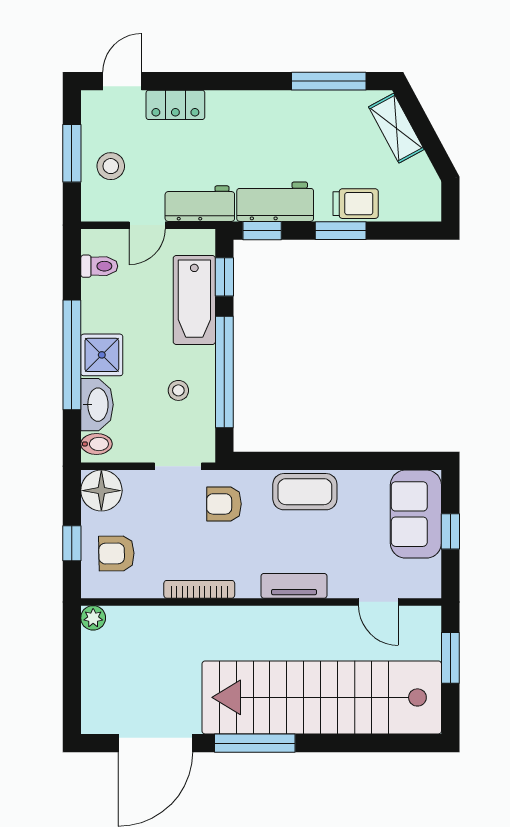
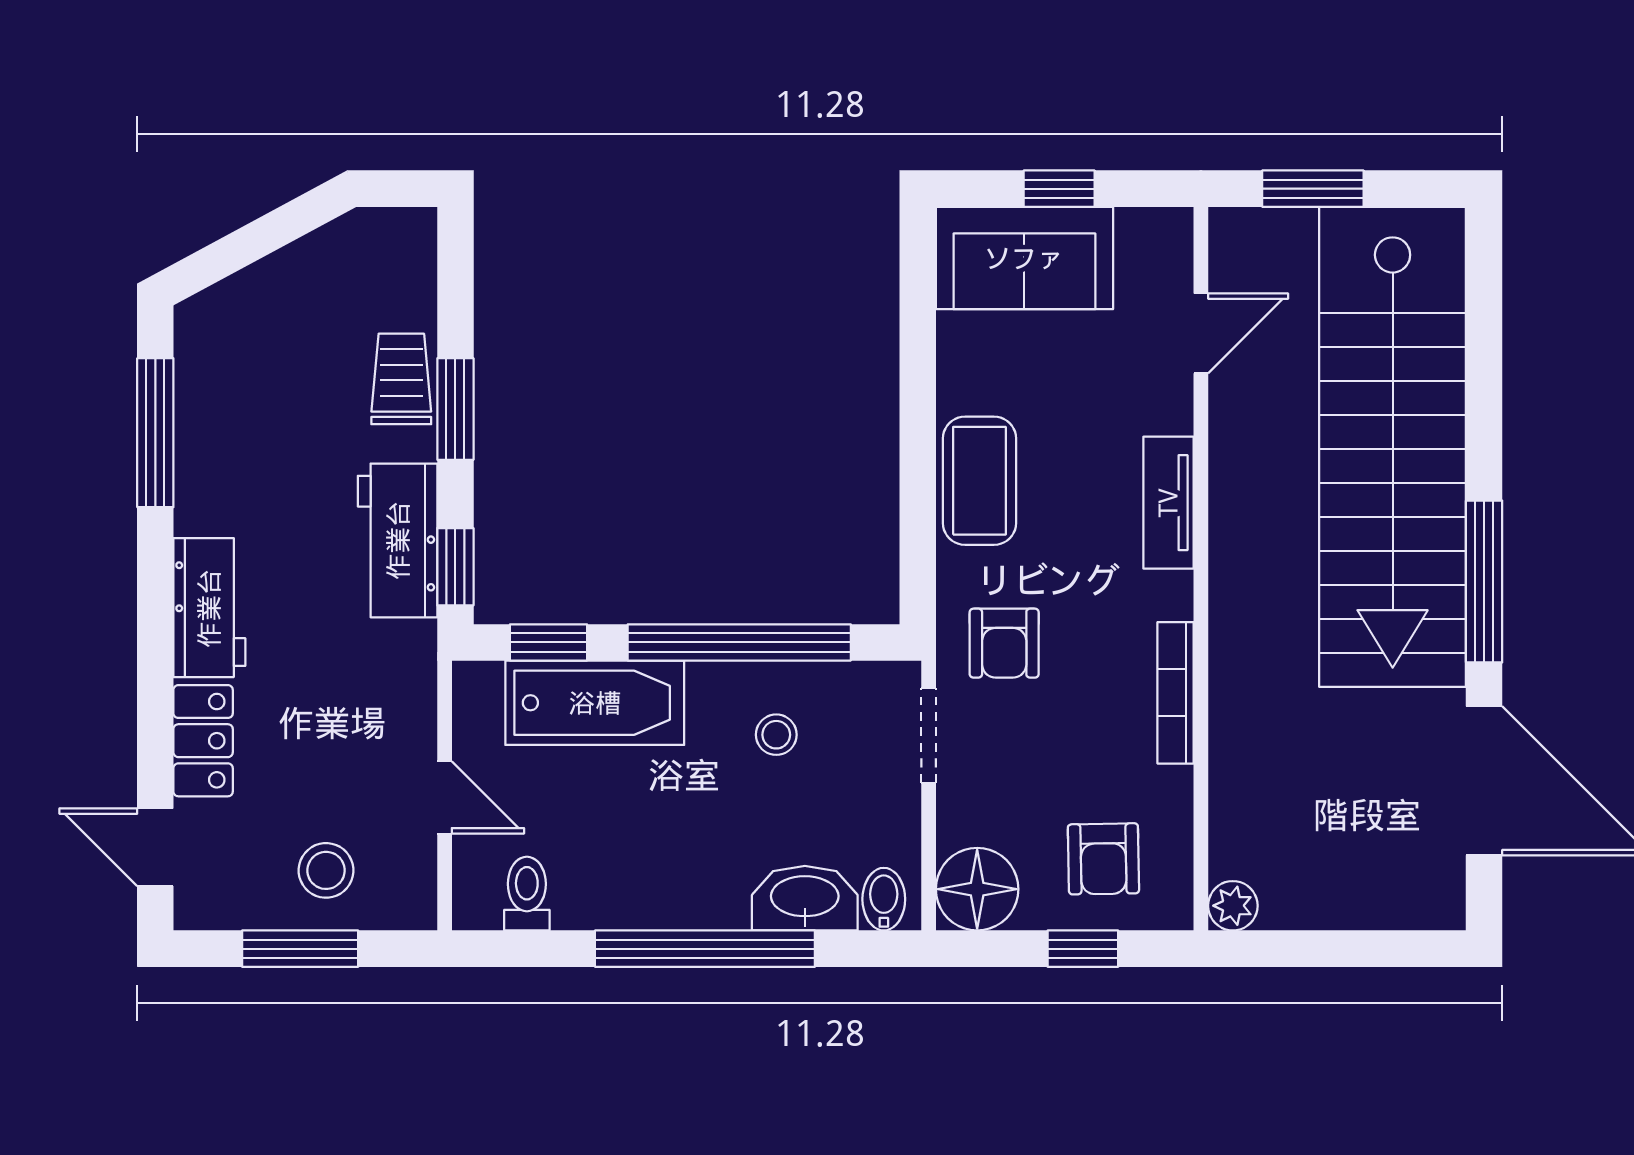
shelving: (396, 128) -> (250, 297), removed
workbench: (200, 204) -> (209, 608), moved, turned 180
shower: (102, 355) -> (705, 888), removed

